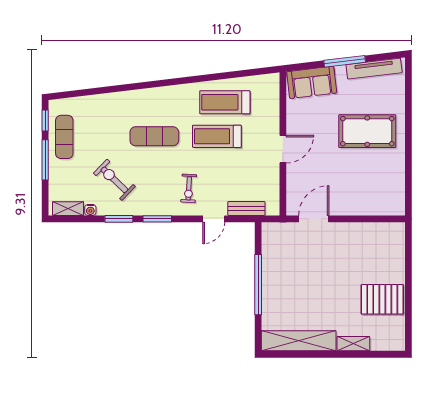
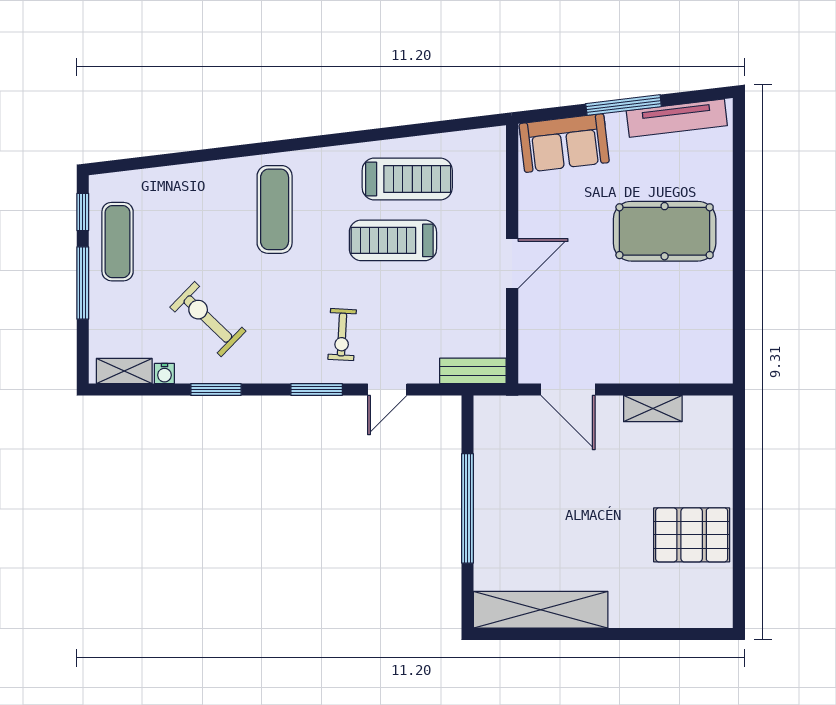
treadmill: (225, 102) -> (407, 179), turned 180
exercise mat: (154, 136) -> (275, 209), moved, turned 90
bench: (246, 208) -> (473, 371), moved
window: (157, 219) -> (317, 389), moved
door: (314, 219) -> (568, 389), swing flipped
shelving: (353, 344) -> (653, 409), moved

